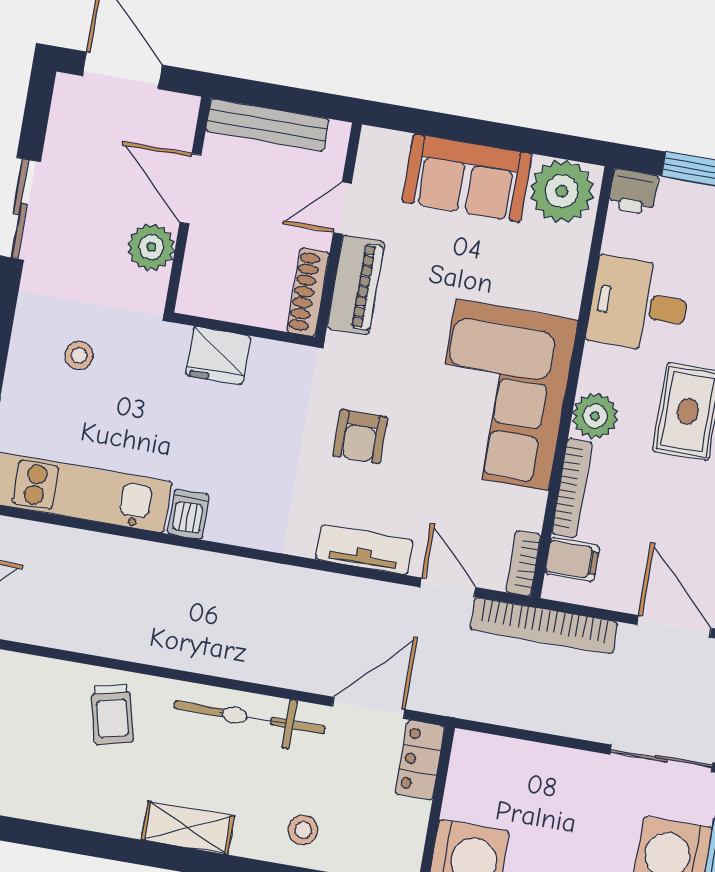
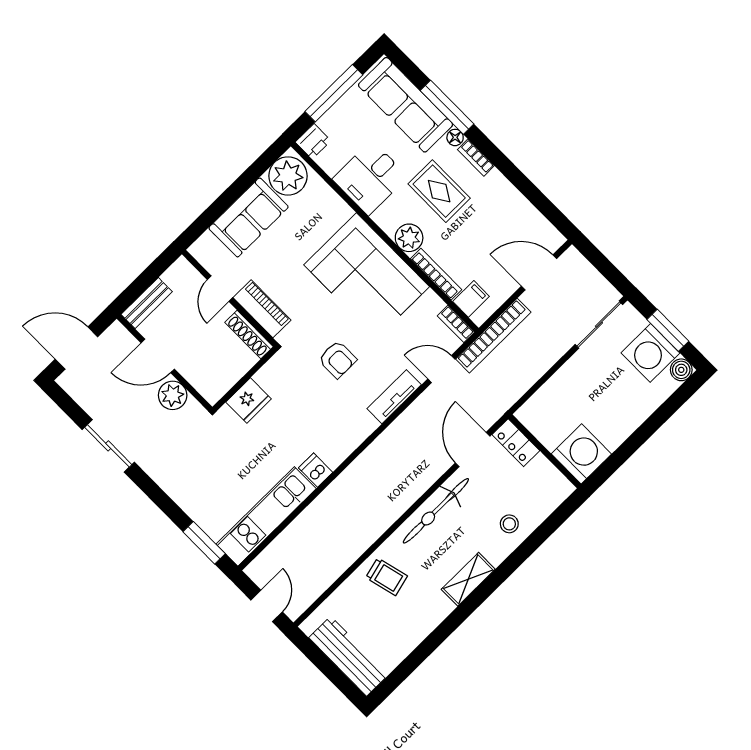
bench: (267, 125) -> (147, 303), width x0.73
stool: (79, 355) -> (200, 468), removed

